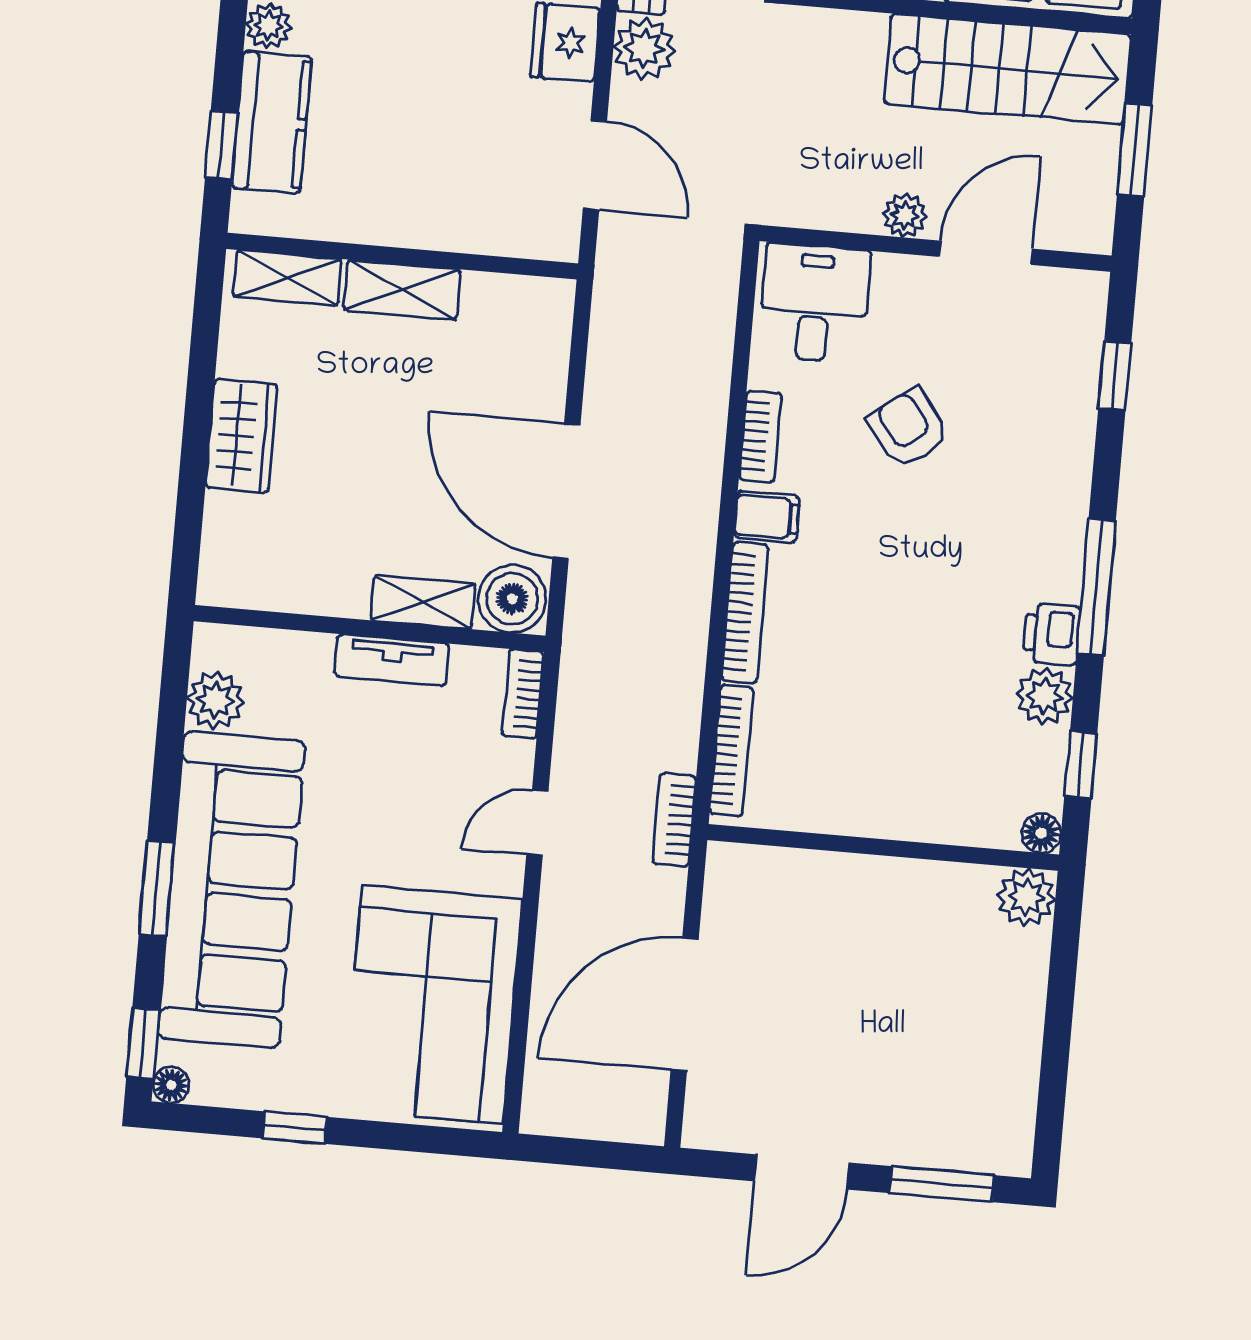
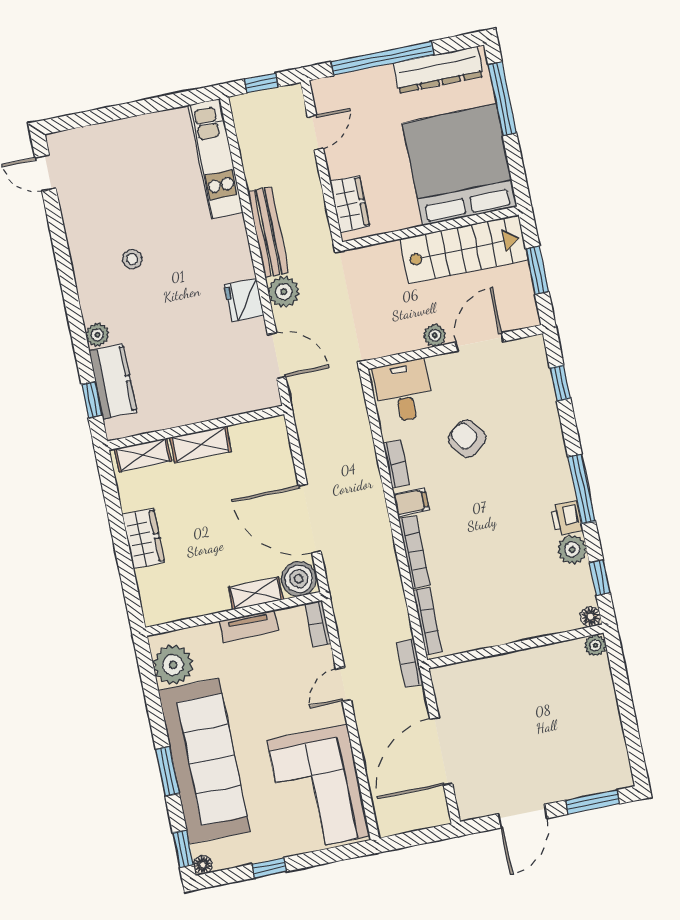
plant: (215, 700) -> (173, 665), width x1.36, depth x1.36
plant: (1026, 897) -> (595, 645), width x0.73, depth x0.73

